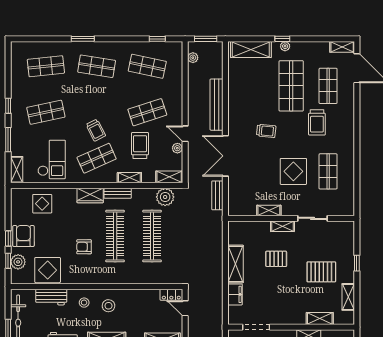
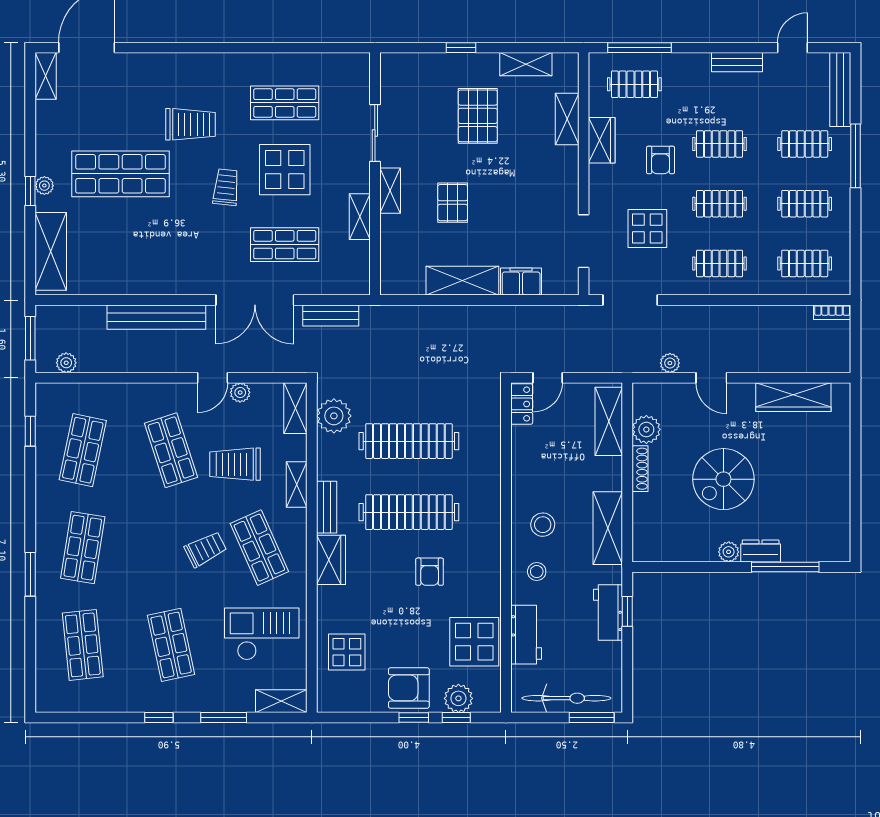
shop shelf: (328, 86) -> (285, 245), moved
trolley: (266, 131) -> (226, 187), moved

